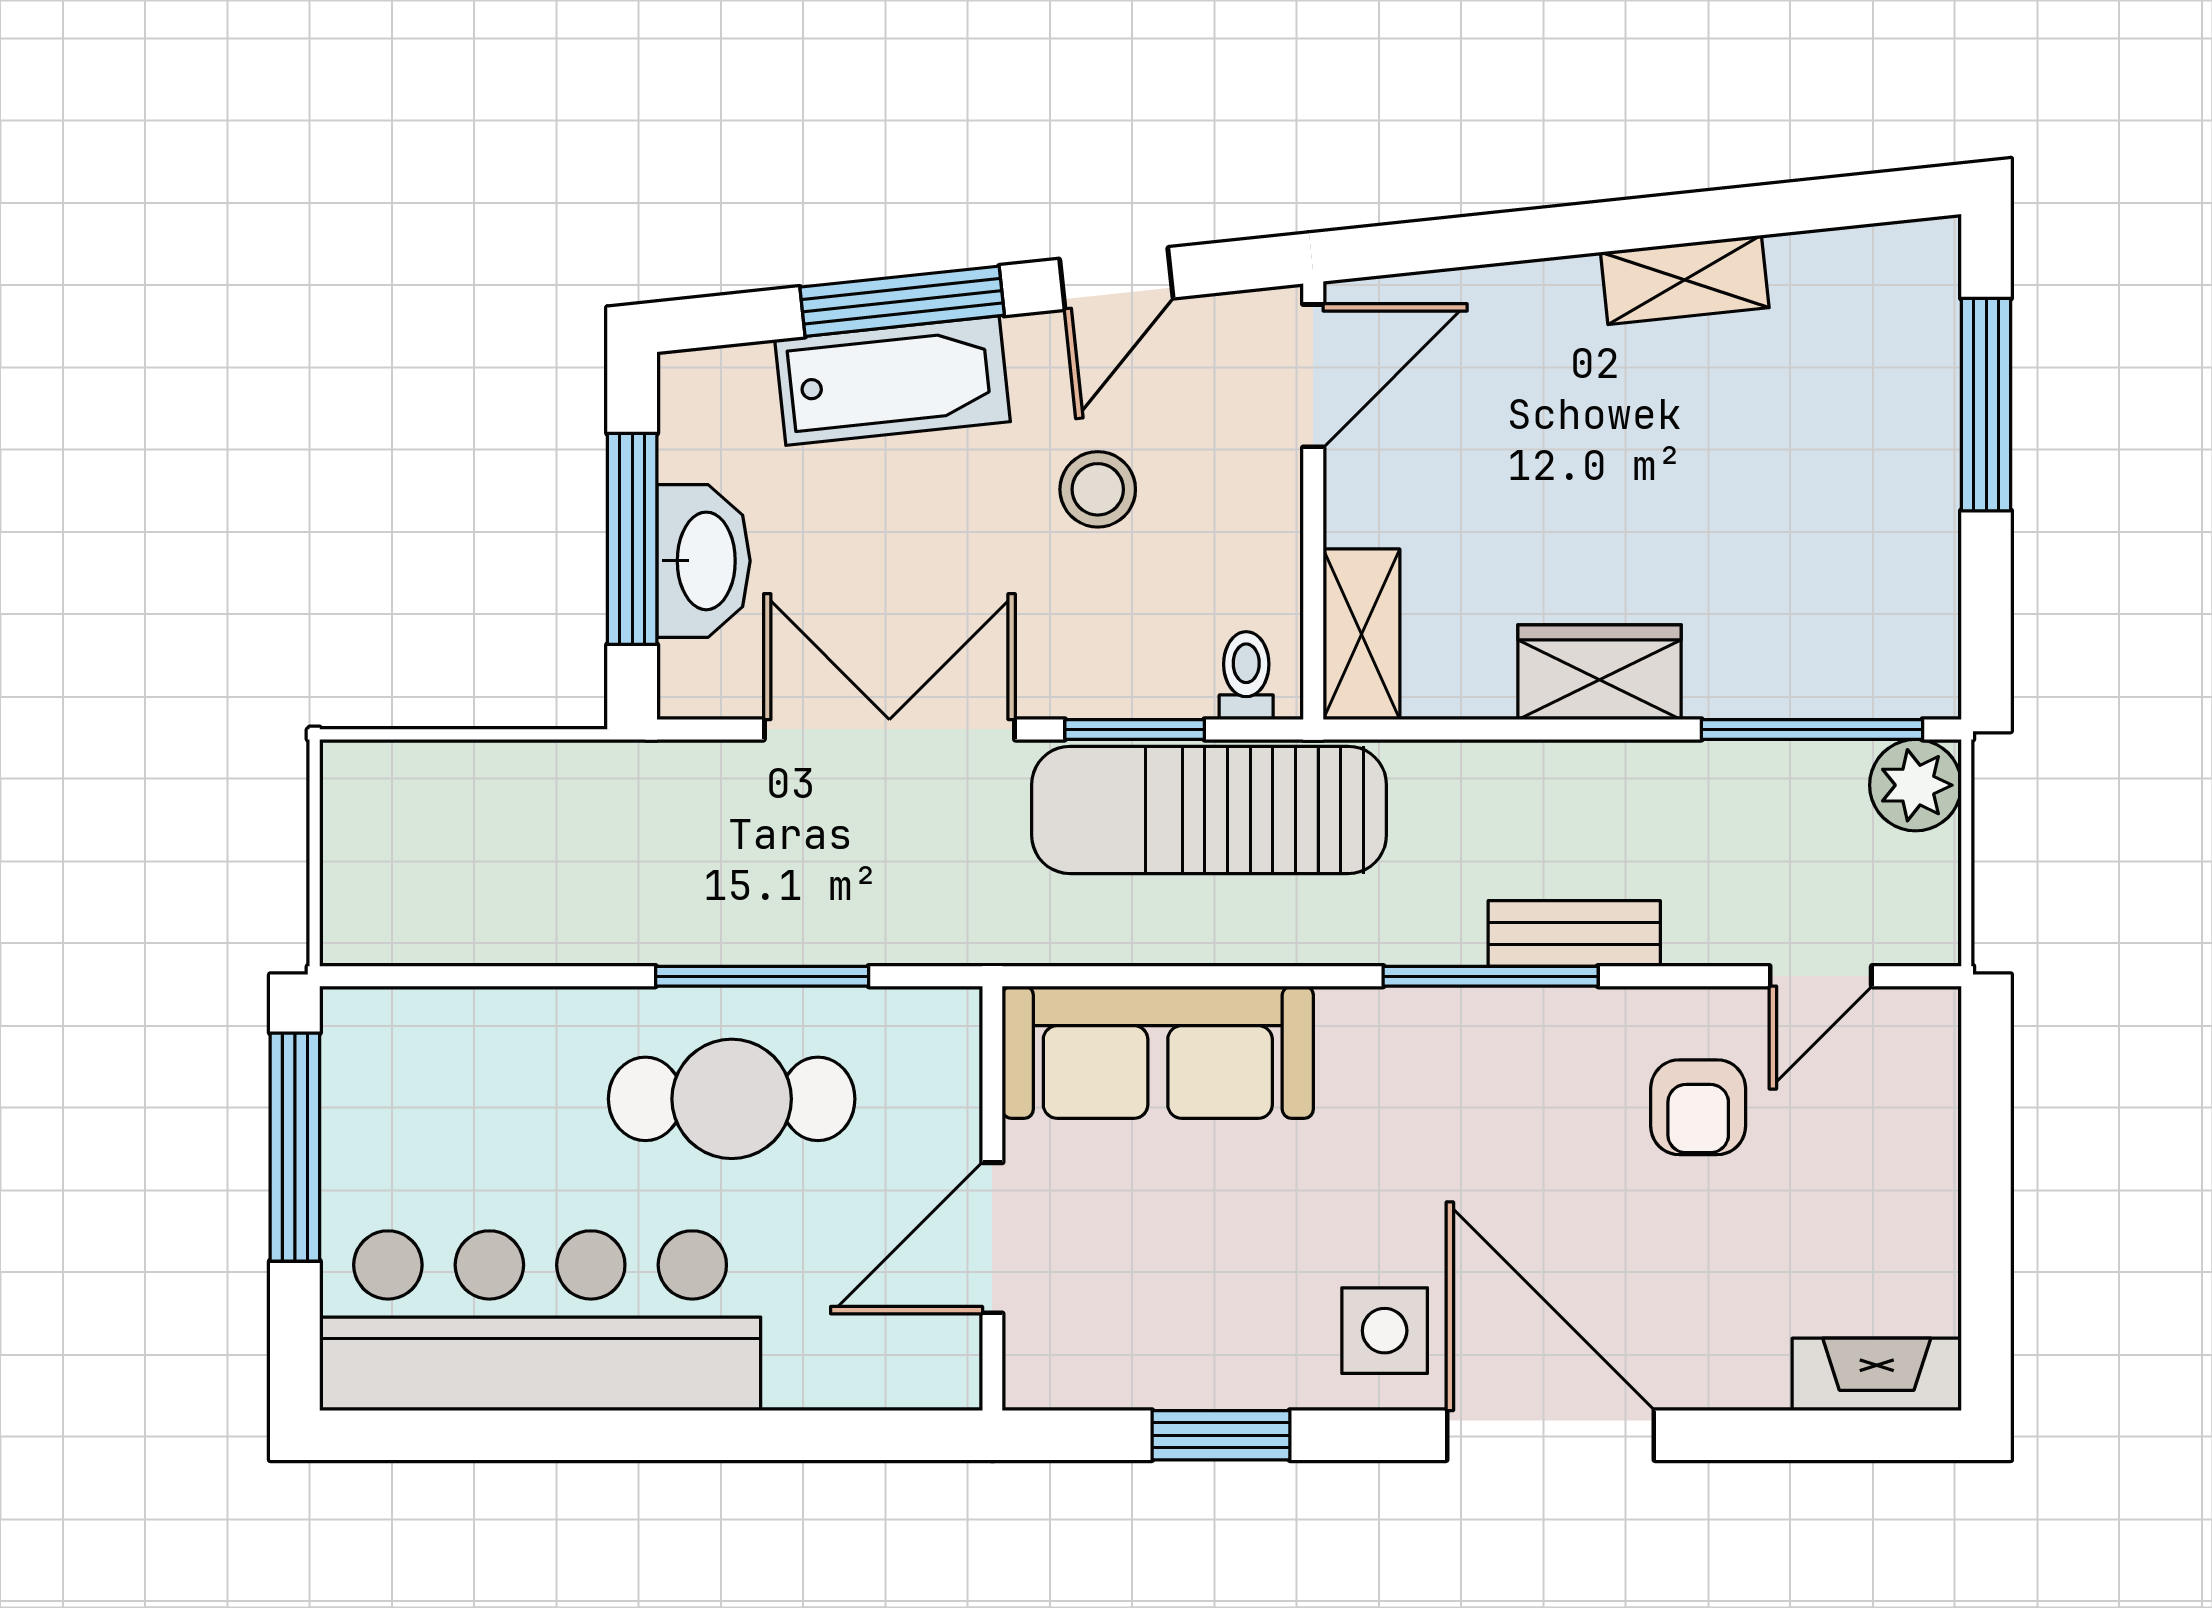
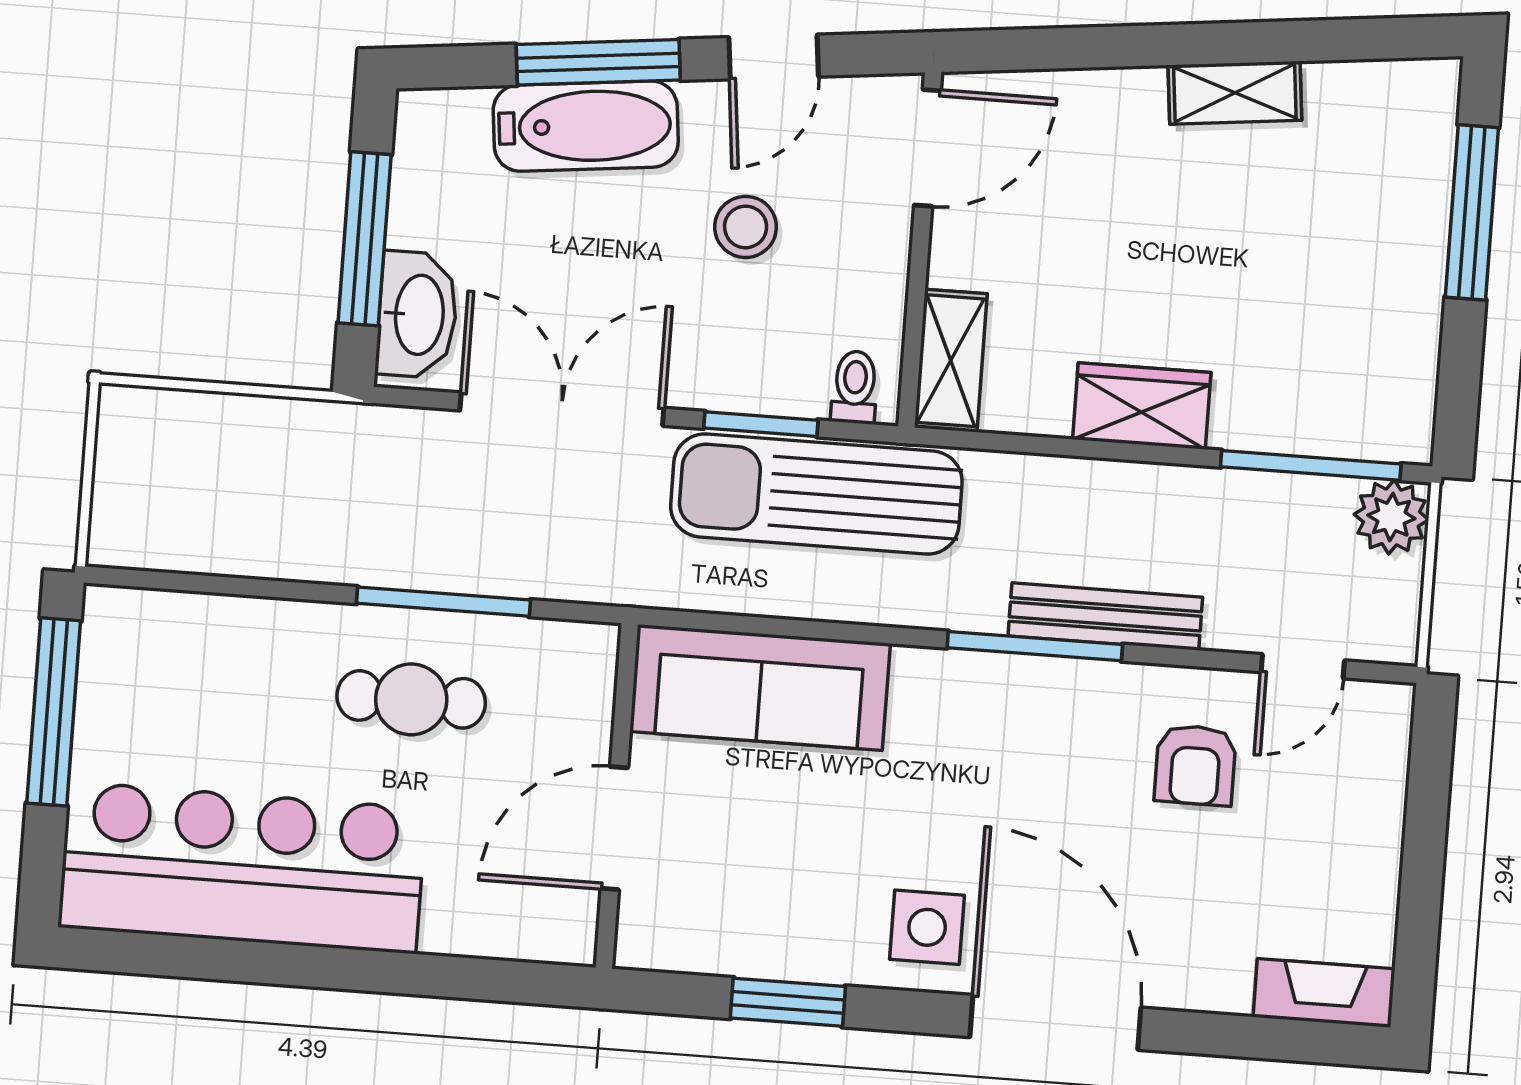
washbasin: (703, 561) -> (417, 315), moved
bench: (1574, 933) -> (1105, 617), width x1.36
cafe table: (732, 1099) -> (411, 699), width x0.73, depth x0.74

